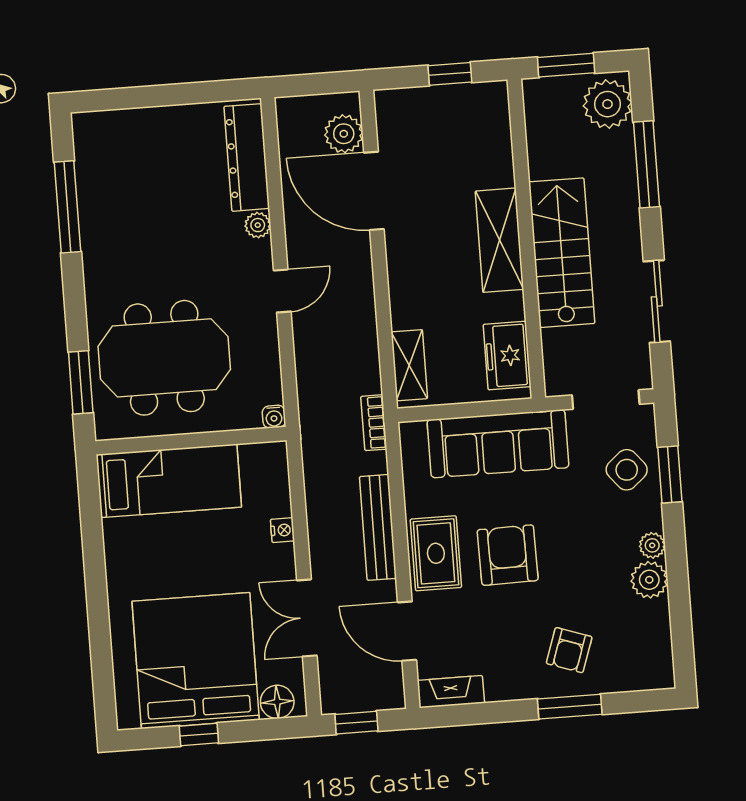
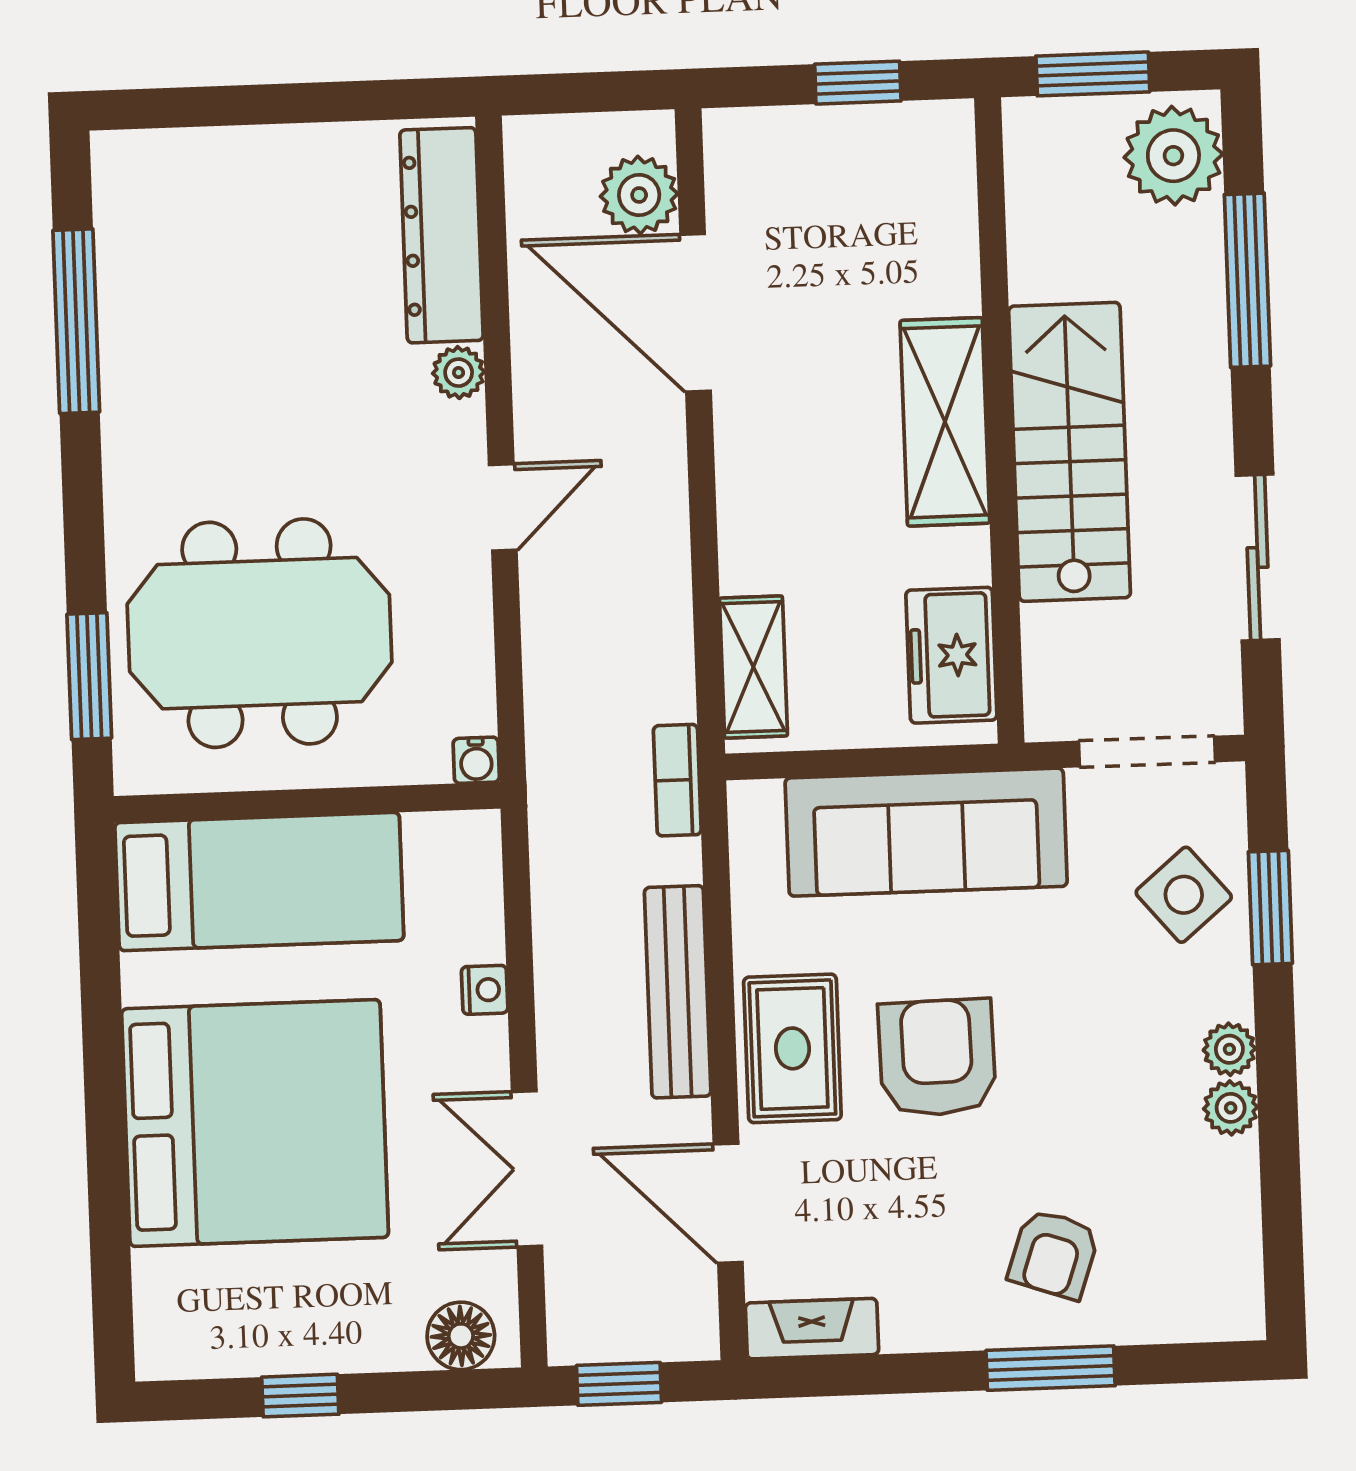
plant: (649, 580) -> (1231, 1108), width x0.73, depth x0.73
bed: (196, 661) -> (255, 1123), moved, turned 90

